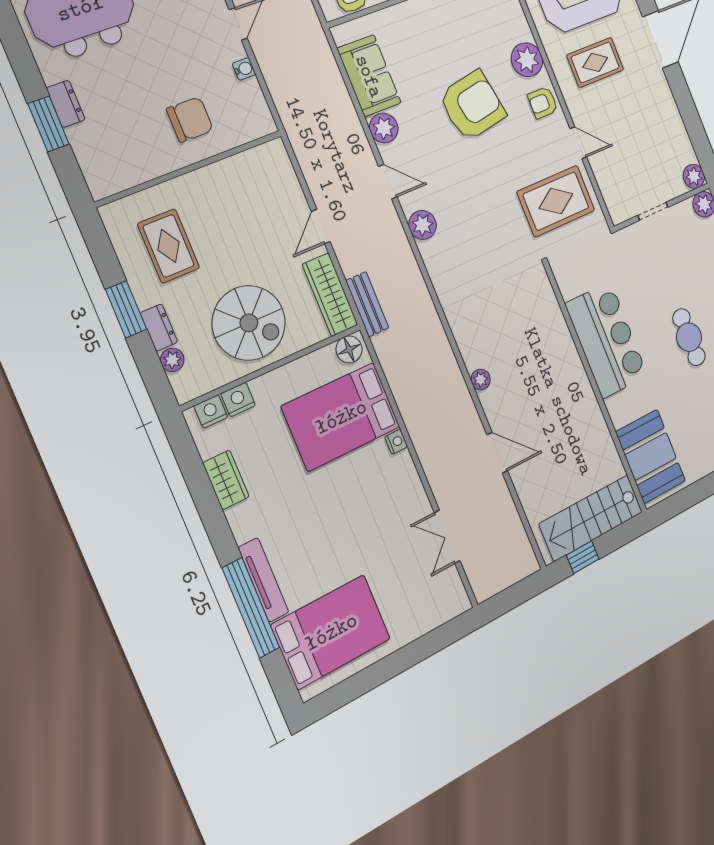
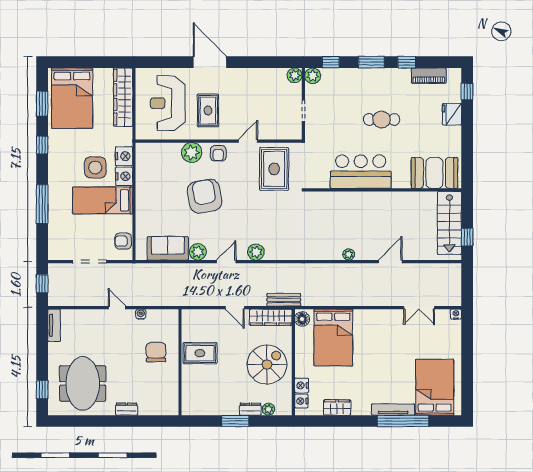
window: (49, 124) -> (133, 421), removed
rug: (168, 246) -> (200, 353), moved
nightstand: (396, 442) -> (456, 314), moved

